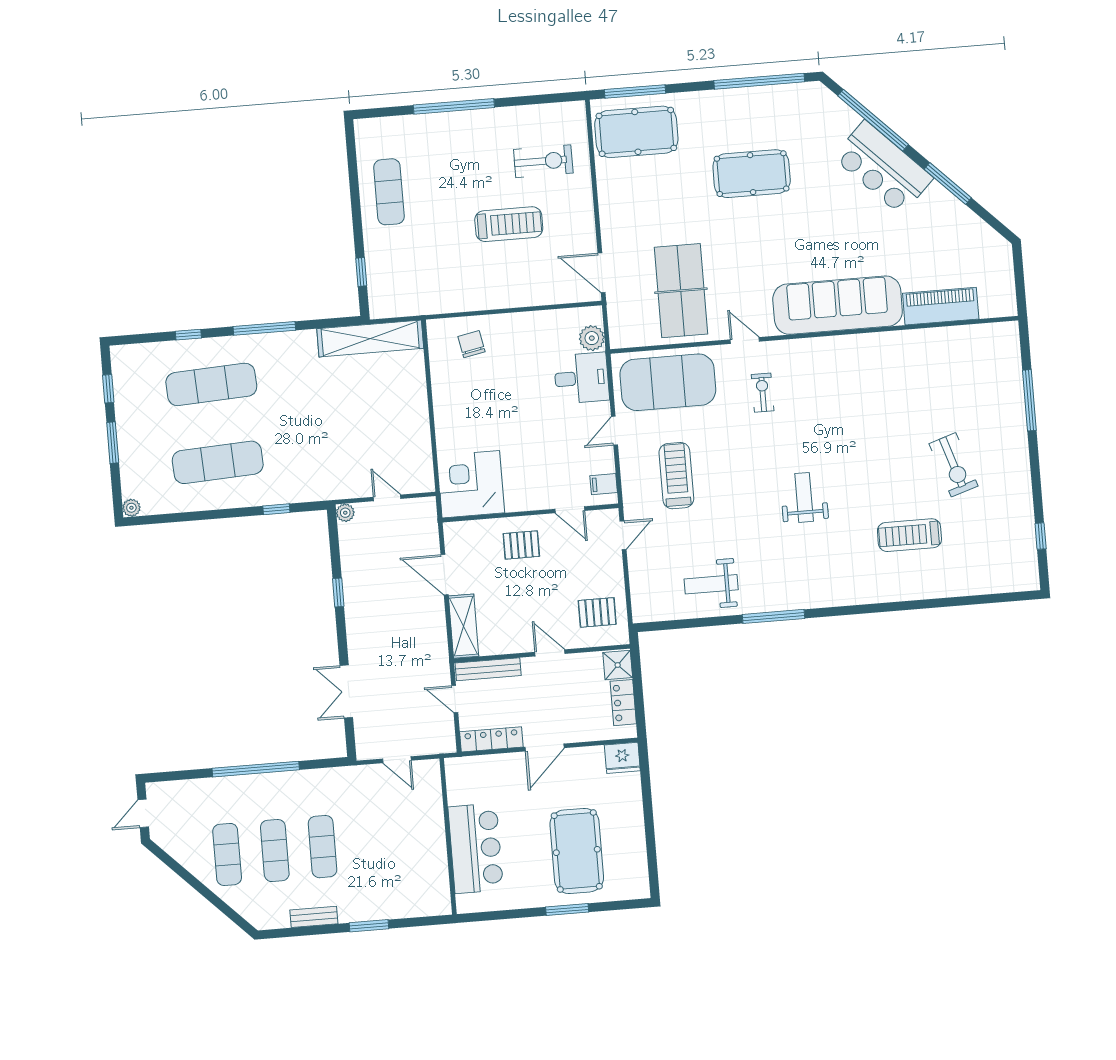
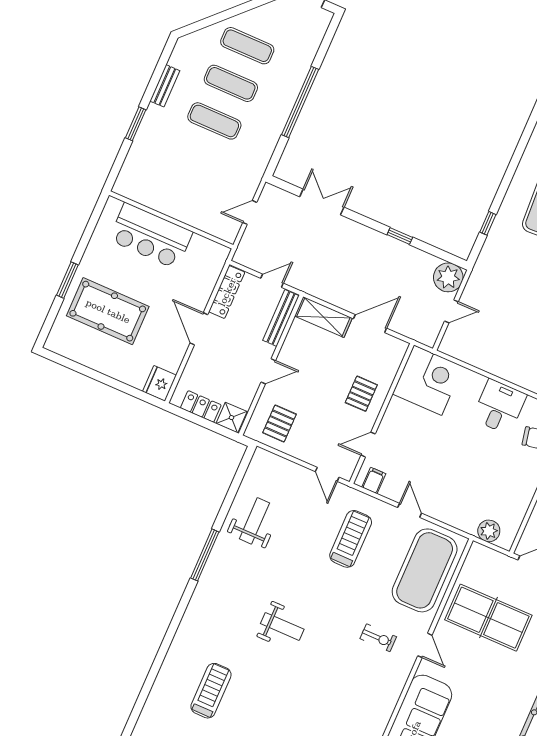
door: (745, 341) -> (425, 645), hinge flipped
desk: (581, 378) -> (499, 407), moved, turned 180
treadmill: (676, 476) -> (351, 539), turned -90
plant: (345, 513) -> (448, 277), width x1.88, depth x1.88

